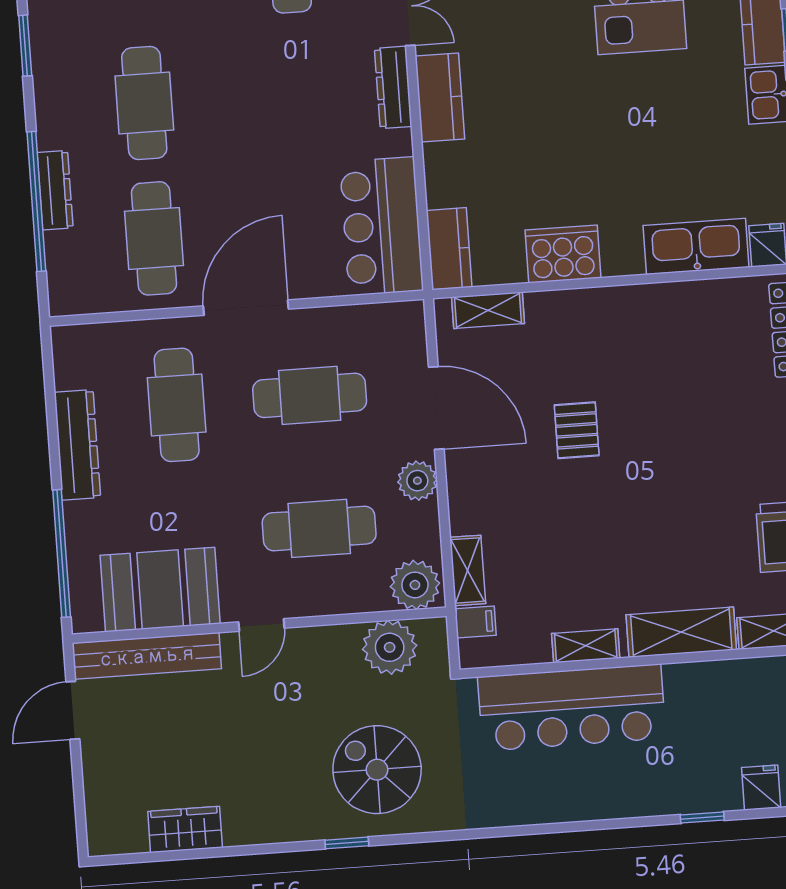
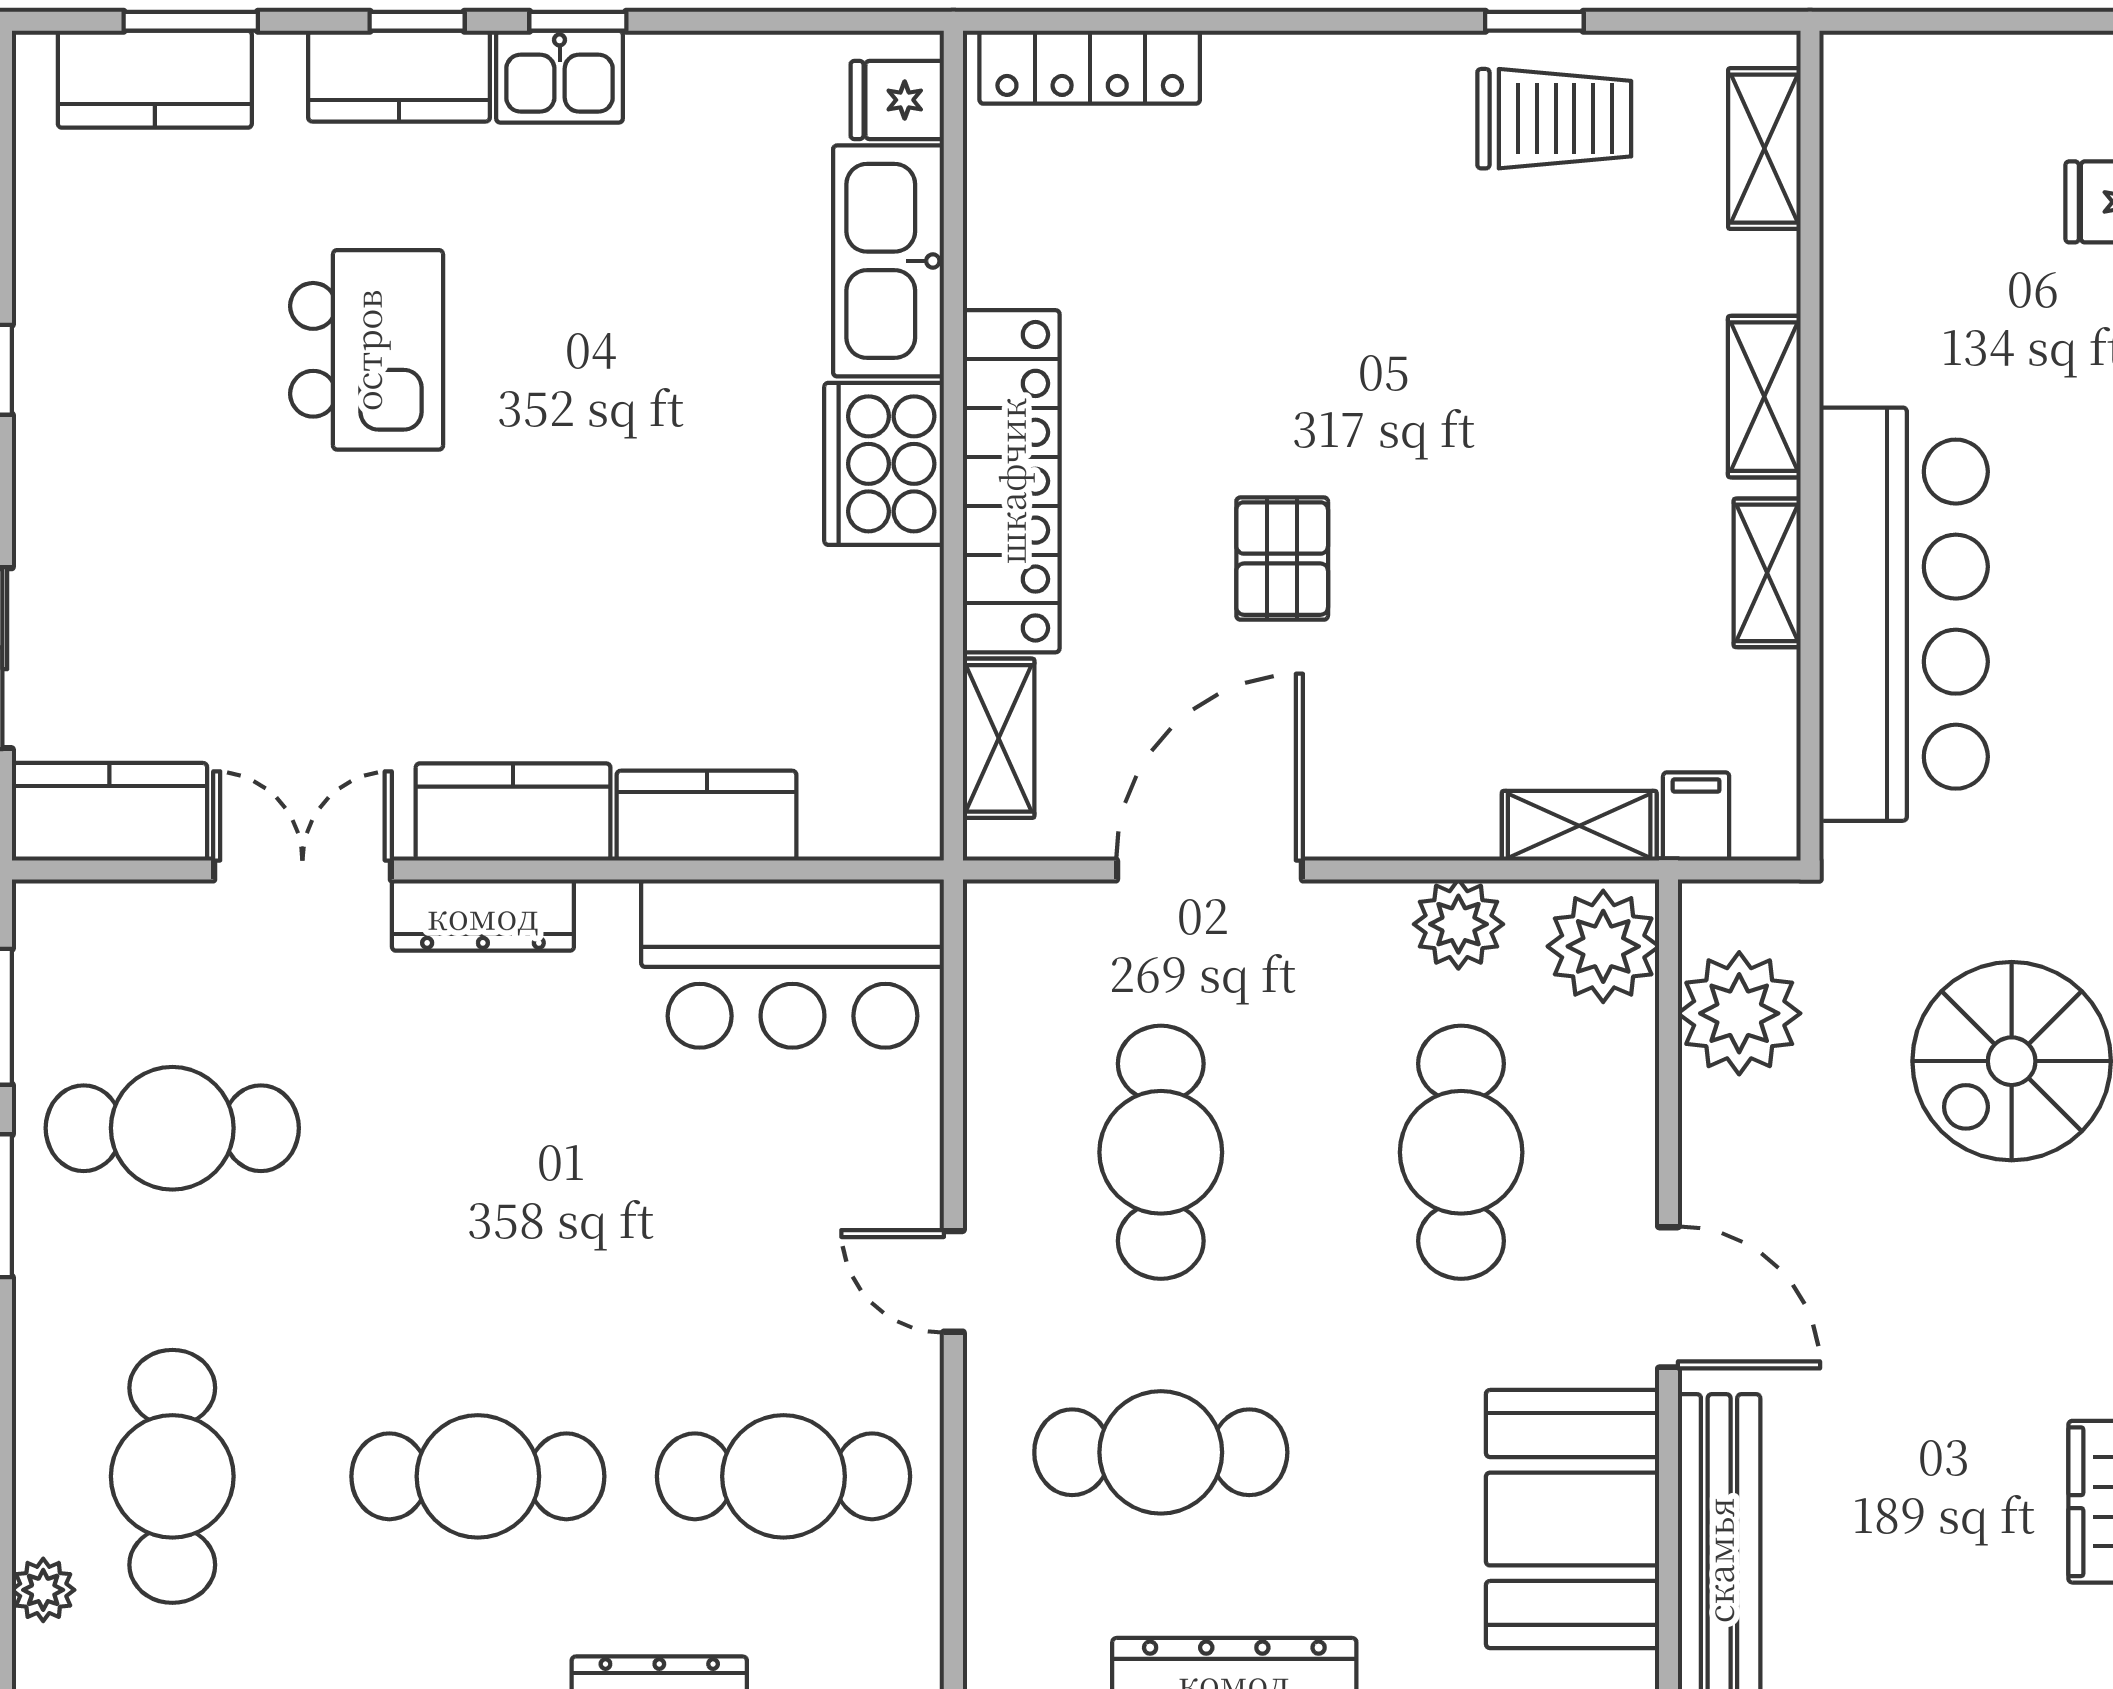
kitchen counter: (449, 249) -> (707, 816), moved
cooker: (563, 254) -> (884, 464), moved
door: (246, 308) -> (953, 1281), width x0.53
locker: (602, 308) -> (1011, 481), added
pallet: (577, 430) -> (1282, 559), turned 90
plant: (417, 481) -> (1458, 924), moved
door: (261, 625) -> (1669, 1297), width x1.38
shelving: (681, 632) -> (1764, 397), width x0.67, depth x0.75

